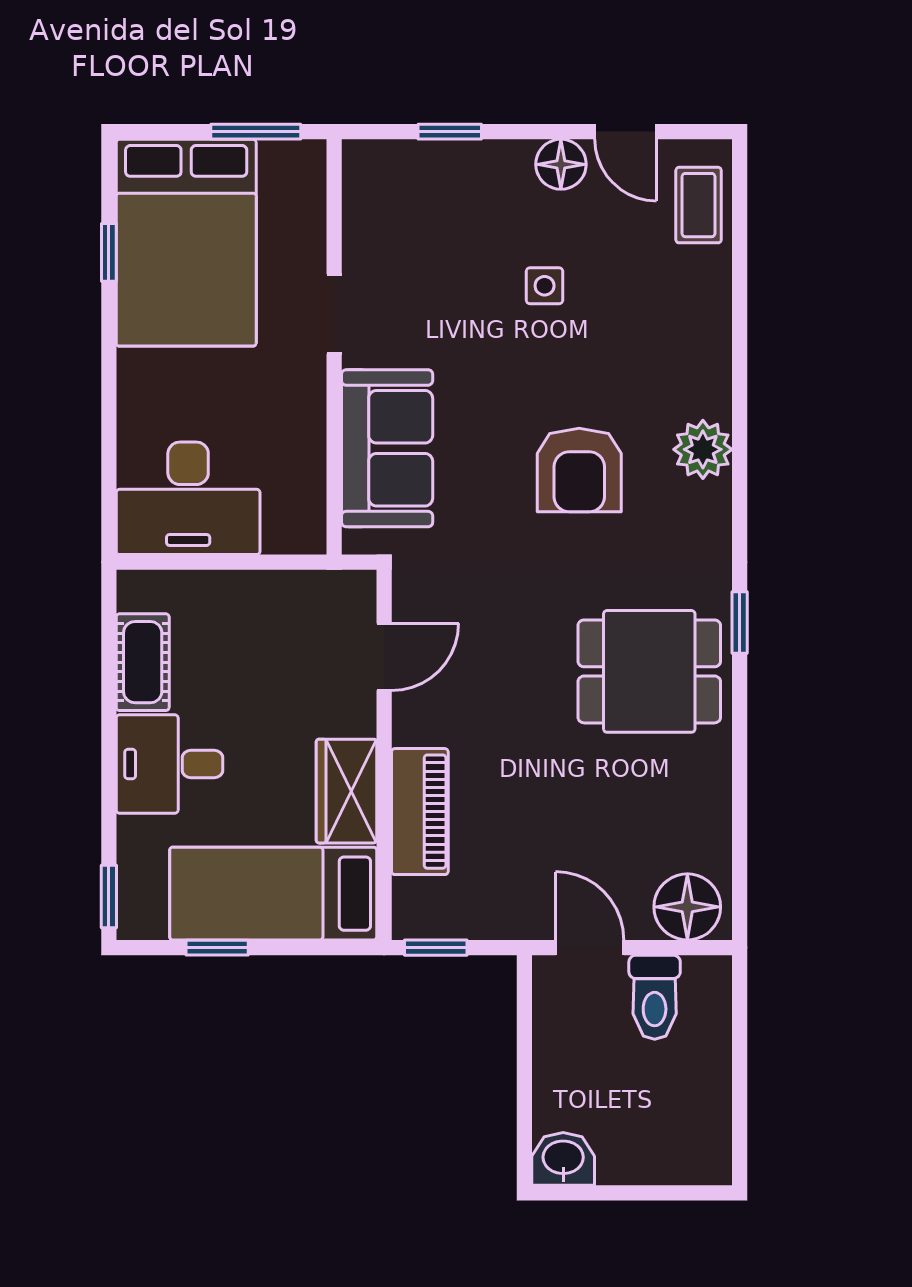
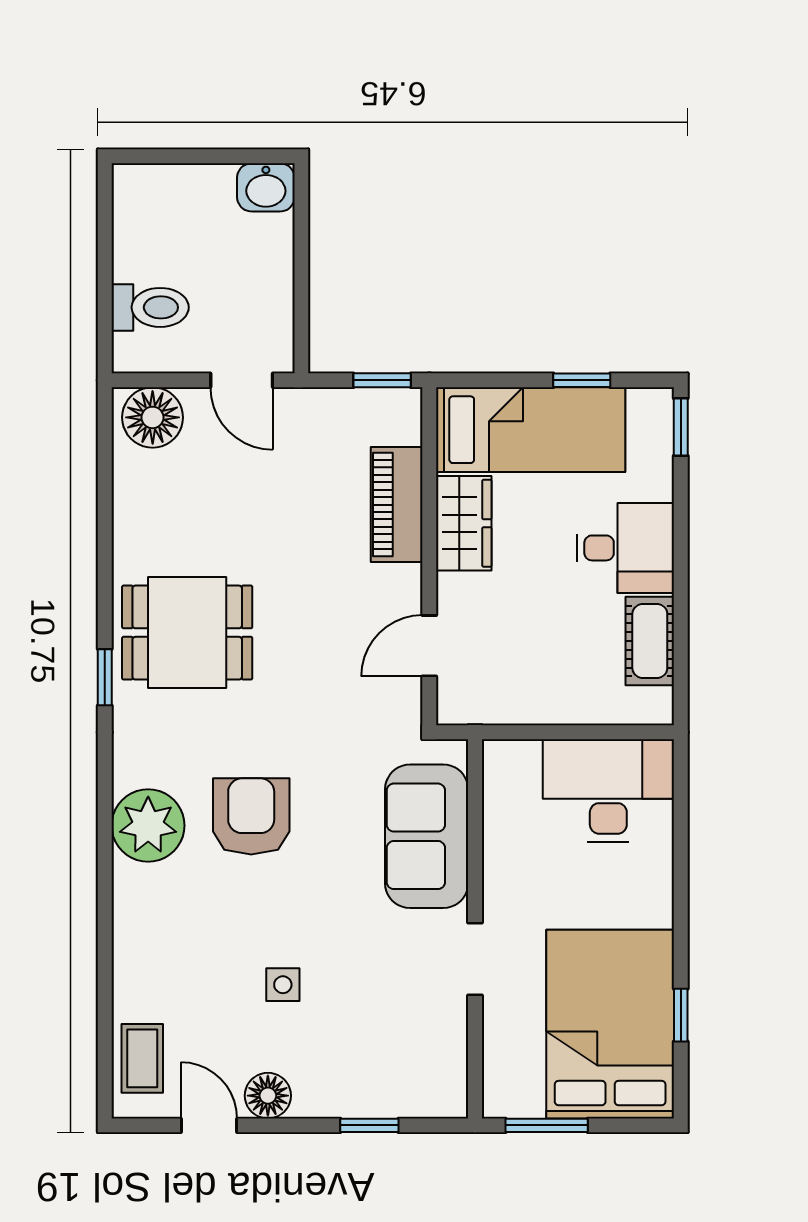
plant: (703, 449) -> (148, 826), width x1.36, depth x1.36
toilet: (655, 997) -> (150, 307), moved, turned 90

